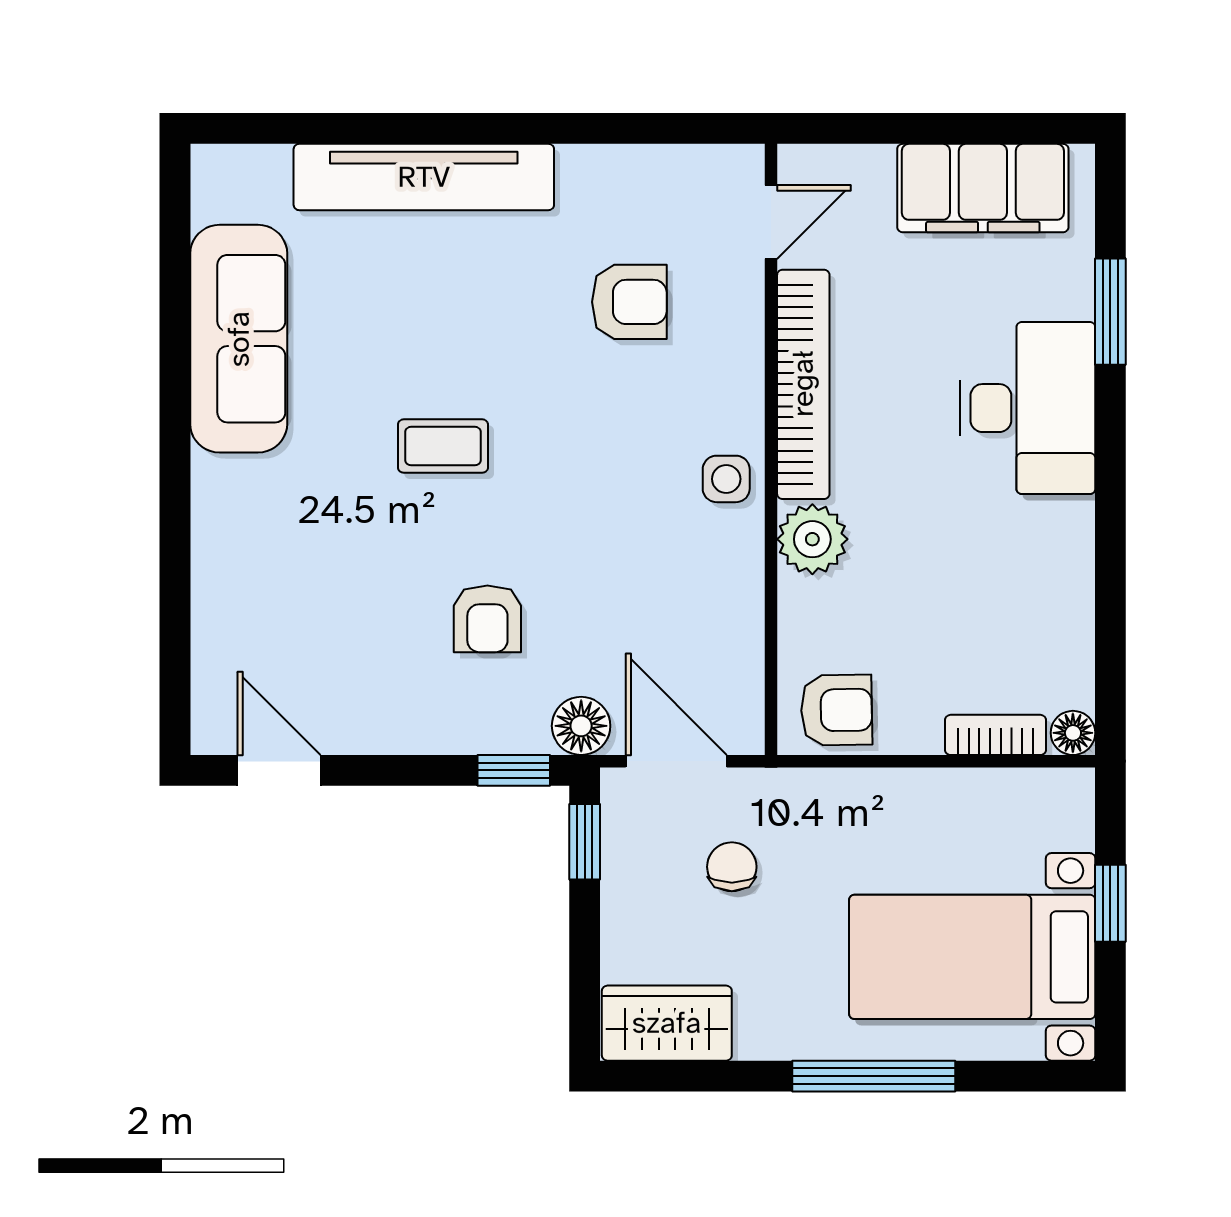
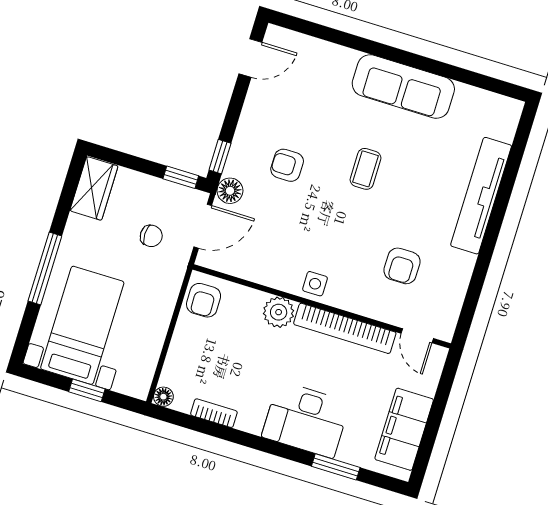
sofa: (239, 339) -> (403, 87), moved
bookcase: (995, 735) -> (214, 413), moved, turned -90

